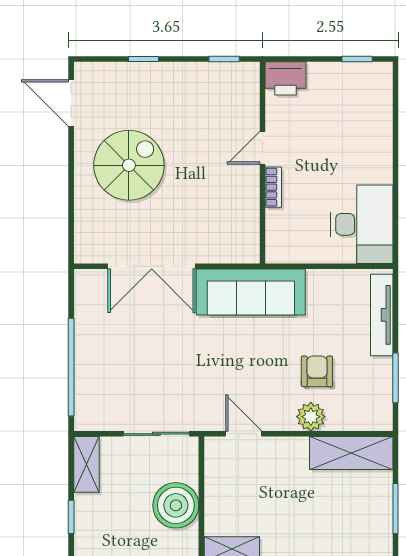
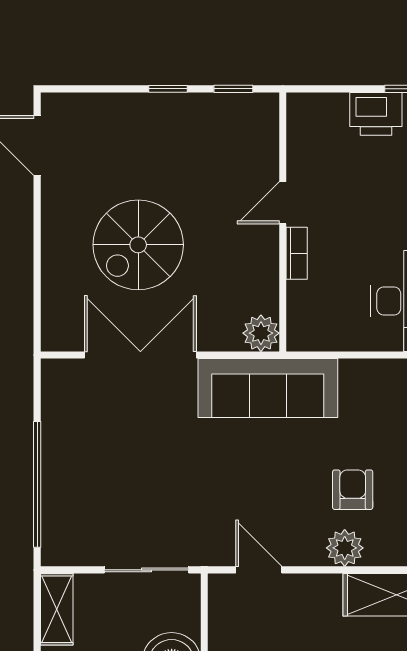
window: (144, 59) -> (168, 89), moved
printer: (285, 78) -> (376, 114), moved
spiral stairs: (129, 165) -> (138, 245), moved, turned 180
plant: (246, 249) -> (261, 333), added
double door: (152, 266) -> (140, 355), swing flipped

